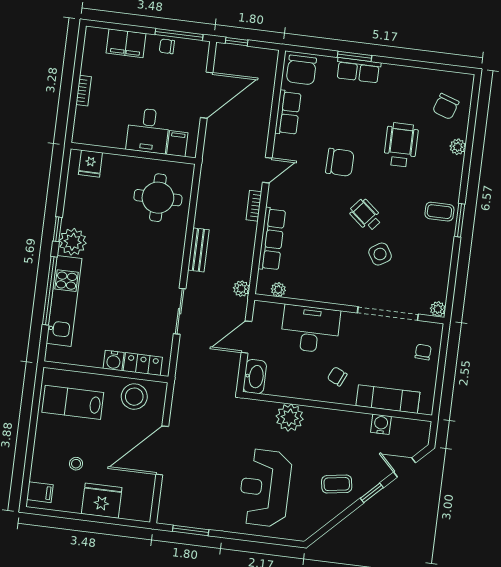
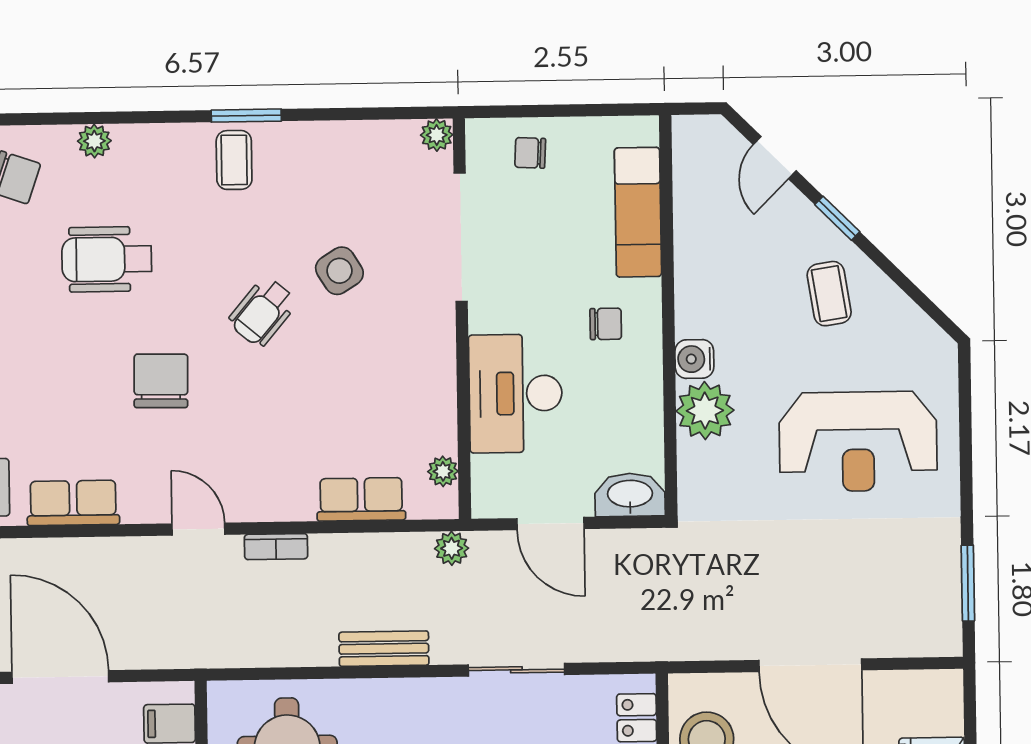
row of seats: (272, 239) -> (361, 499), width x0.68
chair: (337, 376) -> (606, 324), turned -115
water cooler: (381, 424) -> (694, 359), moved

